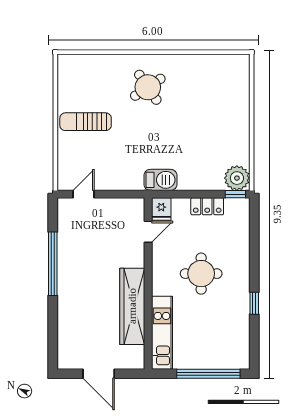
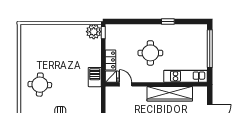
round table: (148, 87) -> (40, 85), turned 37
locker: (207, 206) -> (110, 60), moved

